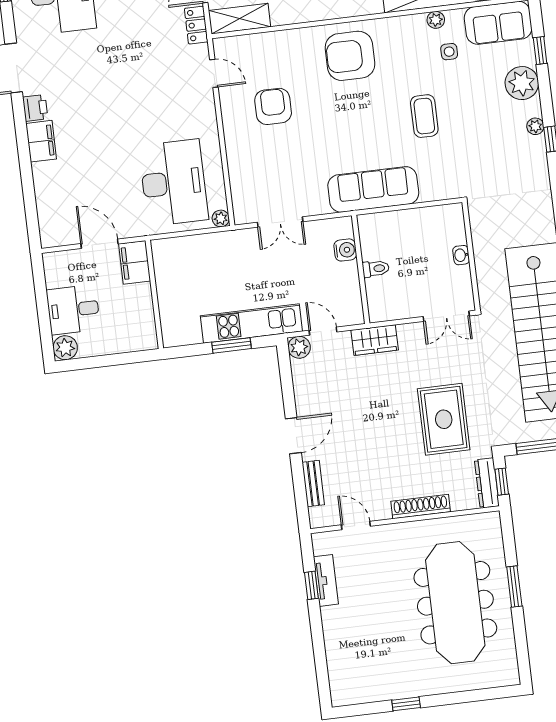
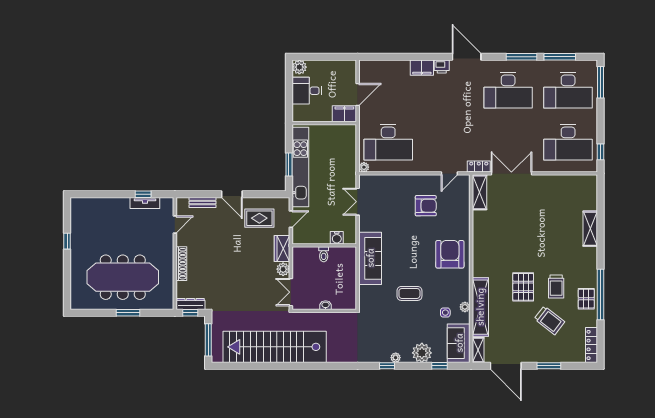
desk: (73, 310) -> (307, 91), moved, turned -90
kitchen unit: (251, 324) -> (300, 167), width x1.36
plant: (299, 347) -> (283, 269), moved
rug: (444, 419) -> (259, 218), moved, width x0.73, depth x0.70

